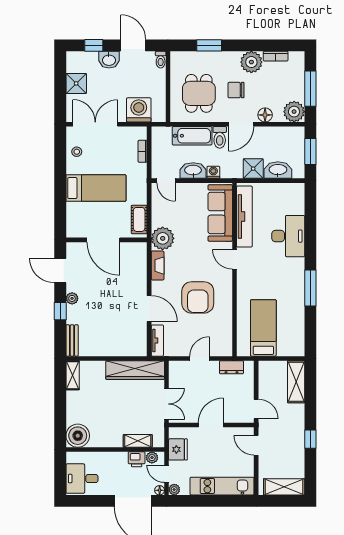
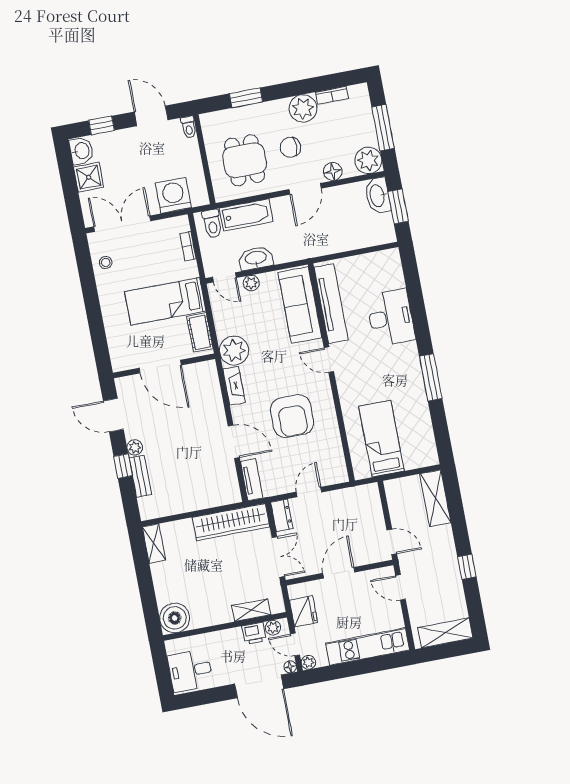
washbasin: (109, 60) -> (81, 151), moved, turned -90
toilet: (220, 137) -> (212, 224), moved
shower: (253, 169) -> (331, 241), removed
washbasin: (278, 170) -> (378, 196), moved, turned -90
washing machine: (213, 172) -> (282, 256), removed
bed: (96, 188) -> (165, 301), moved, turned 180
plant: (186, 189) -> (251, 283), added
bench: (72, 340) -> (140, 476), moved
dresser: (231, 367) -> (282, 515), moved, turned -90

